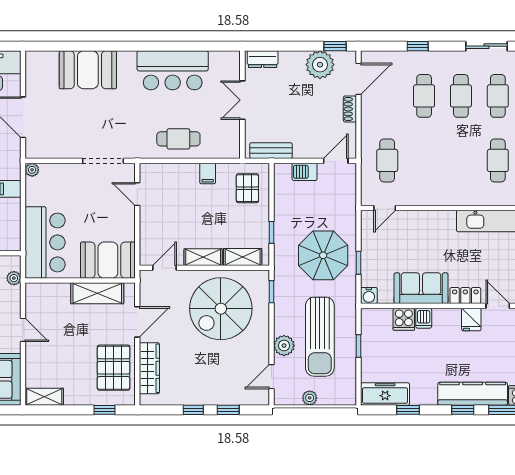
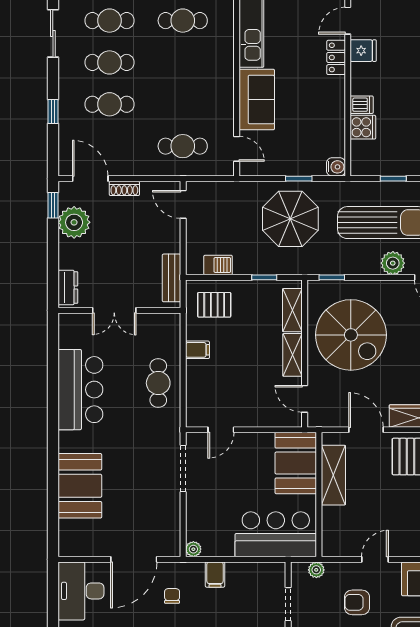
barbecue: (305, 172) -> (218, 265), moved, turned -90
sofa: (421, 288) -> (257, 99), moved, turned 180

